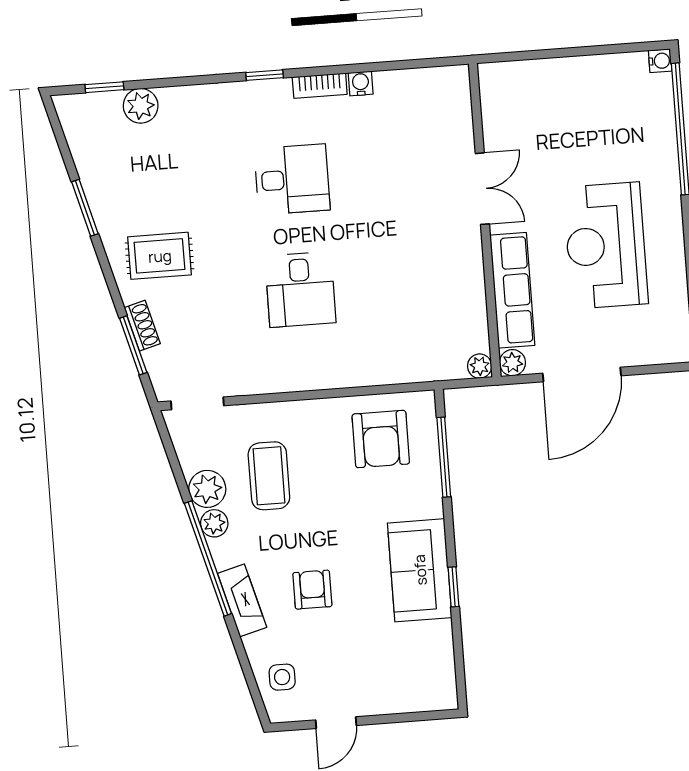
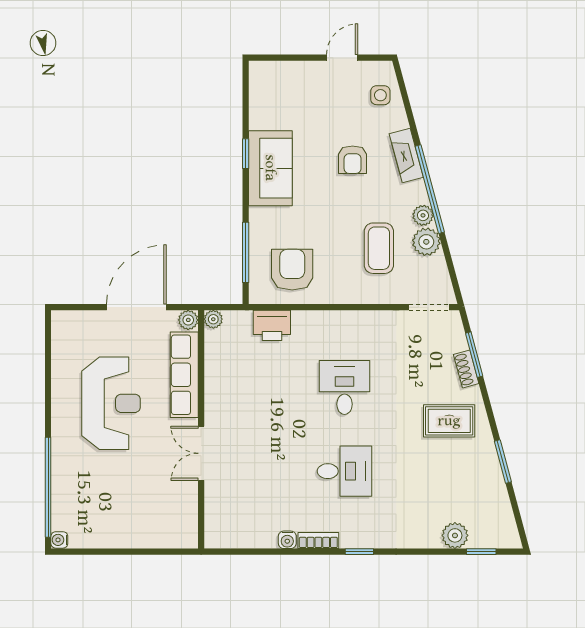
desk: (292, 179) -> (345, 471), turned 180
printer: (402, 364) -> (272, 325), added

